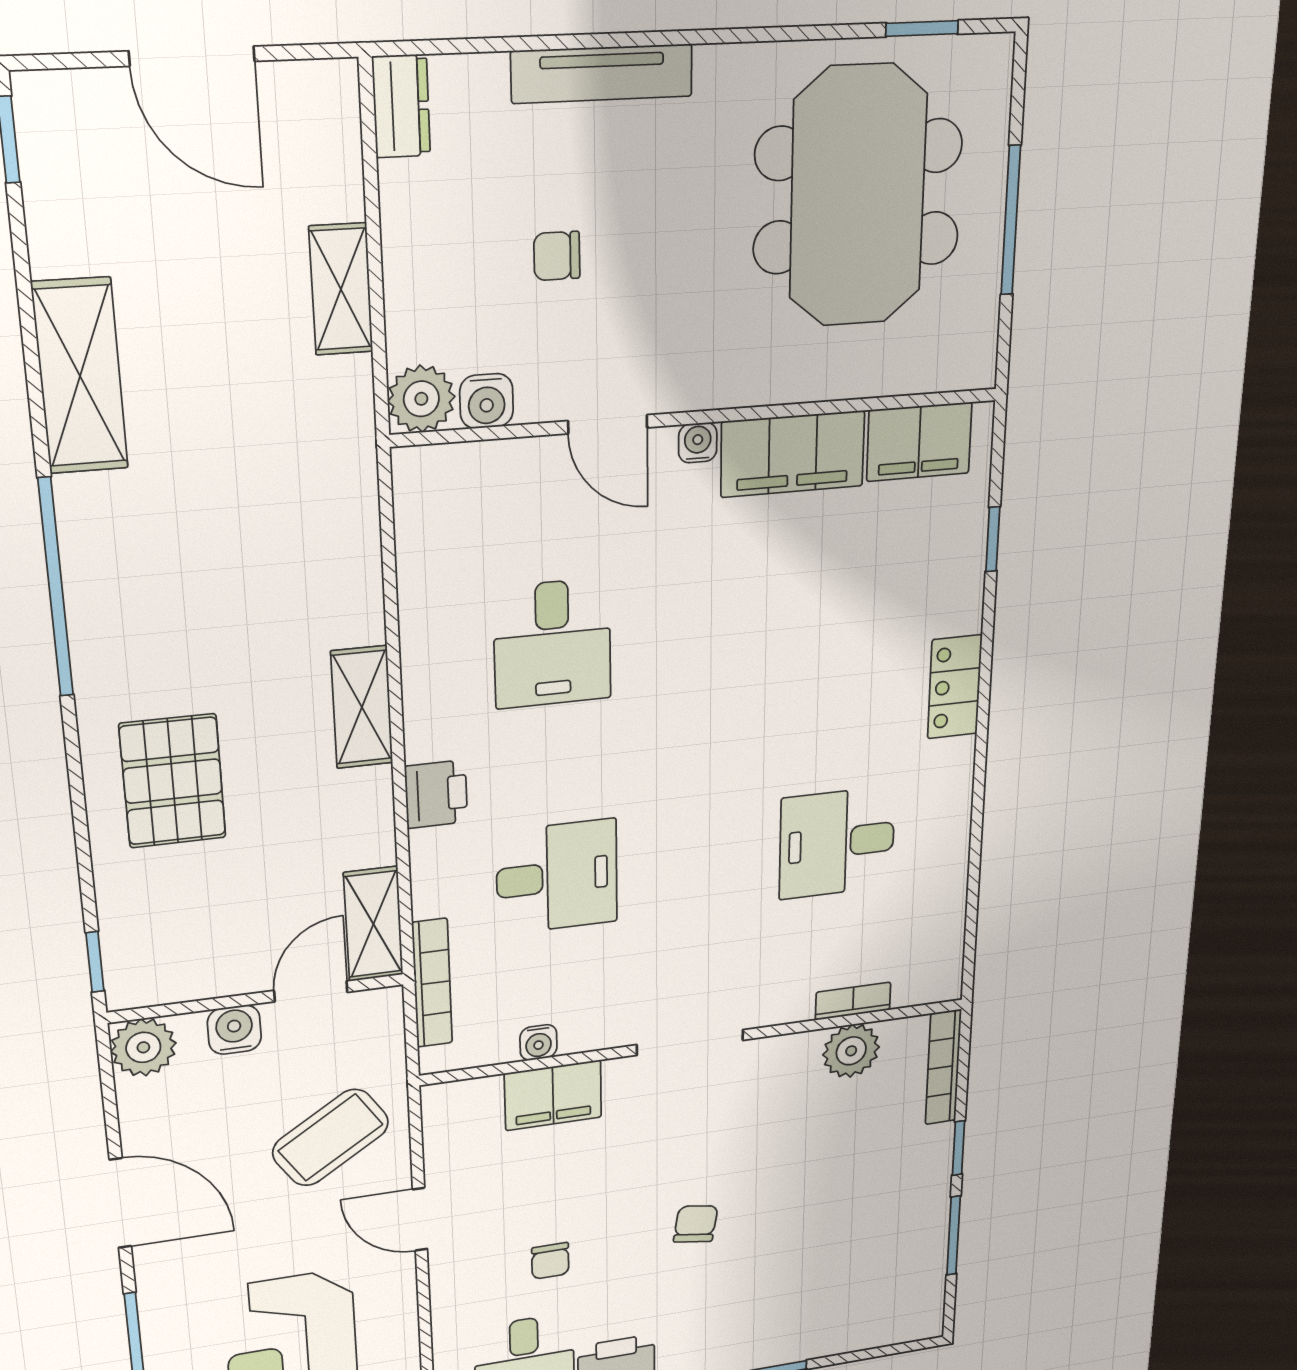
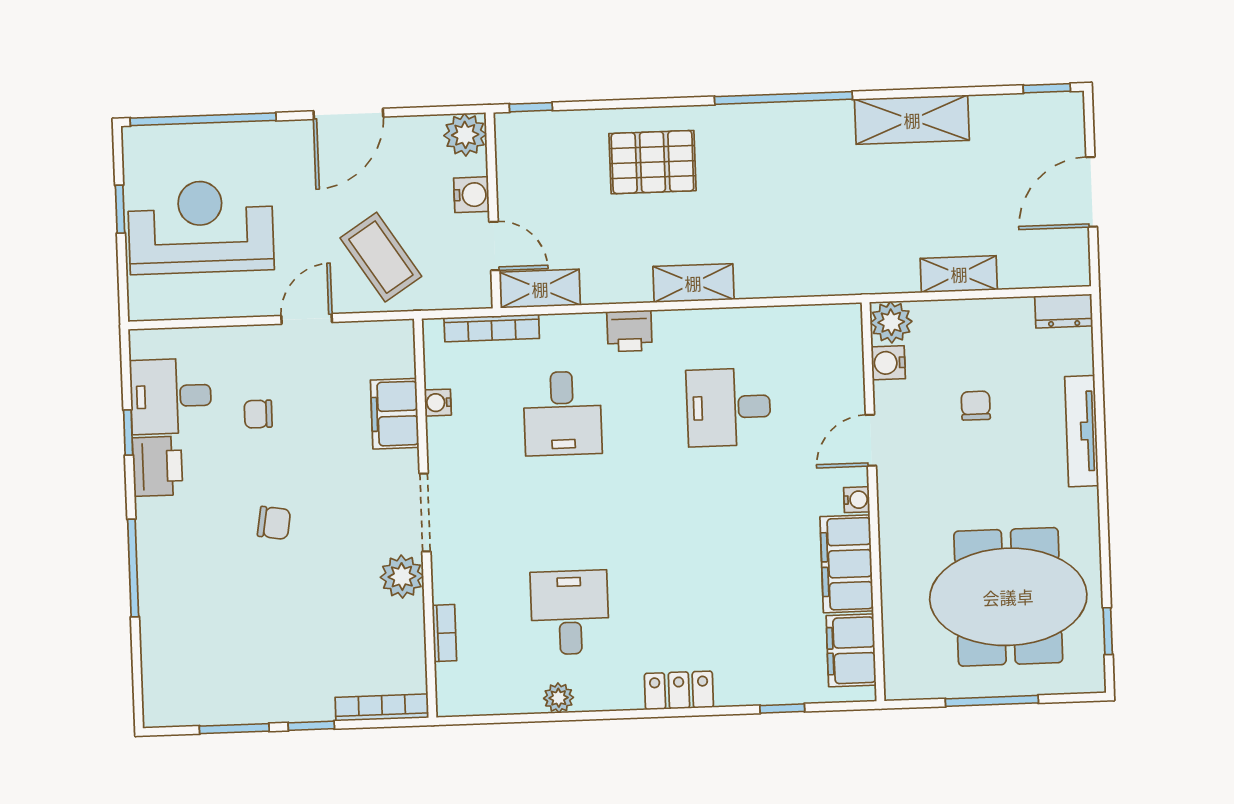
plant: (951, 847) -> (559, 698), added
plant: (851, 1051) -> (402, 577), moved

